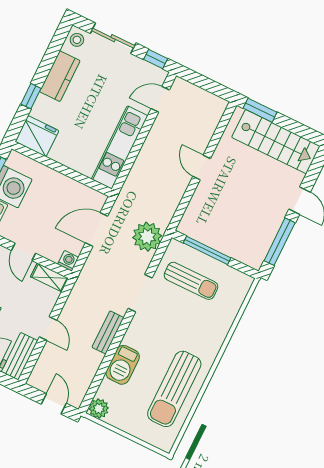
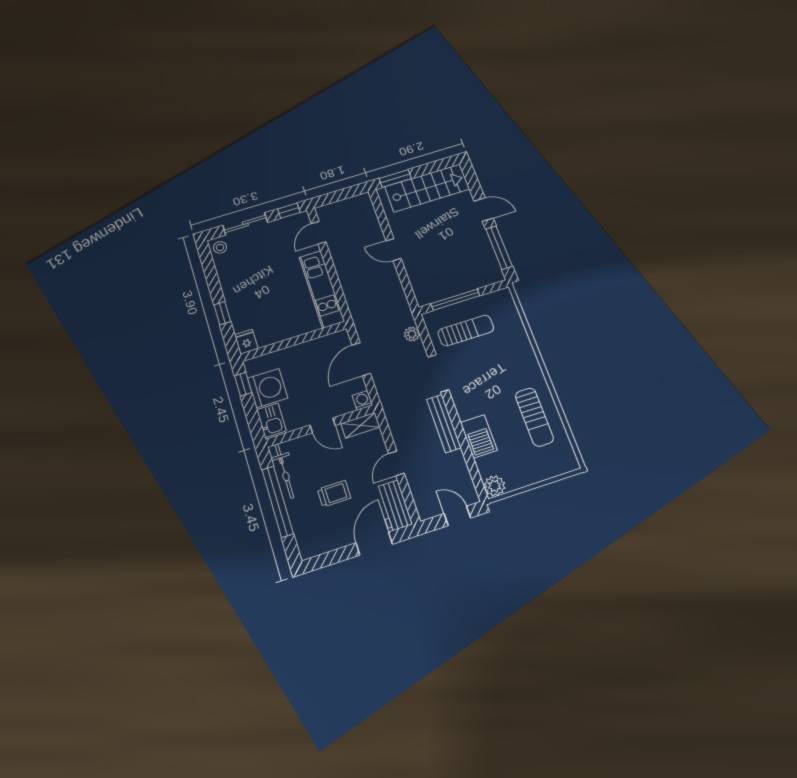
kitchen counter: (60, 76) -> (231, 281), removed
fridge: (37, 136) -> (246, 342), width x0.53, depth x0.75
plant: (147, 237) -> (412, 334), width x0.53, depth x0.53
door: (48, 328) -> (396, 463), swing flipped
bench: (108, 332) -> (444, 423), width x1.36
sun lounger: (174, 389) -> (534, 417), width x0.73, depth x0.75

